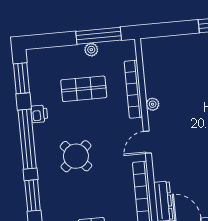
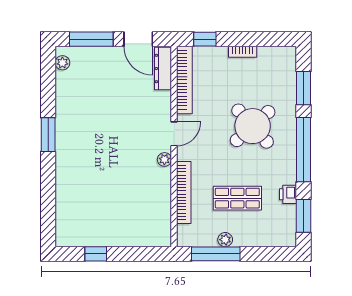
plant: (153, 104) -> (164, 159), moved
printer: (39, 114) -> (288, 194), moved
round table: (76, 156) -> (253, 126), width x1.36, depth x1.36

